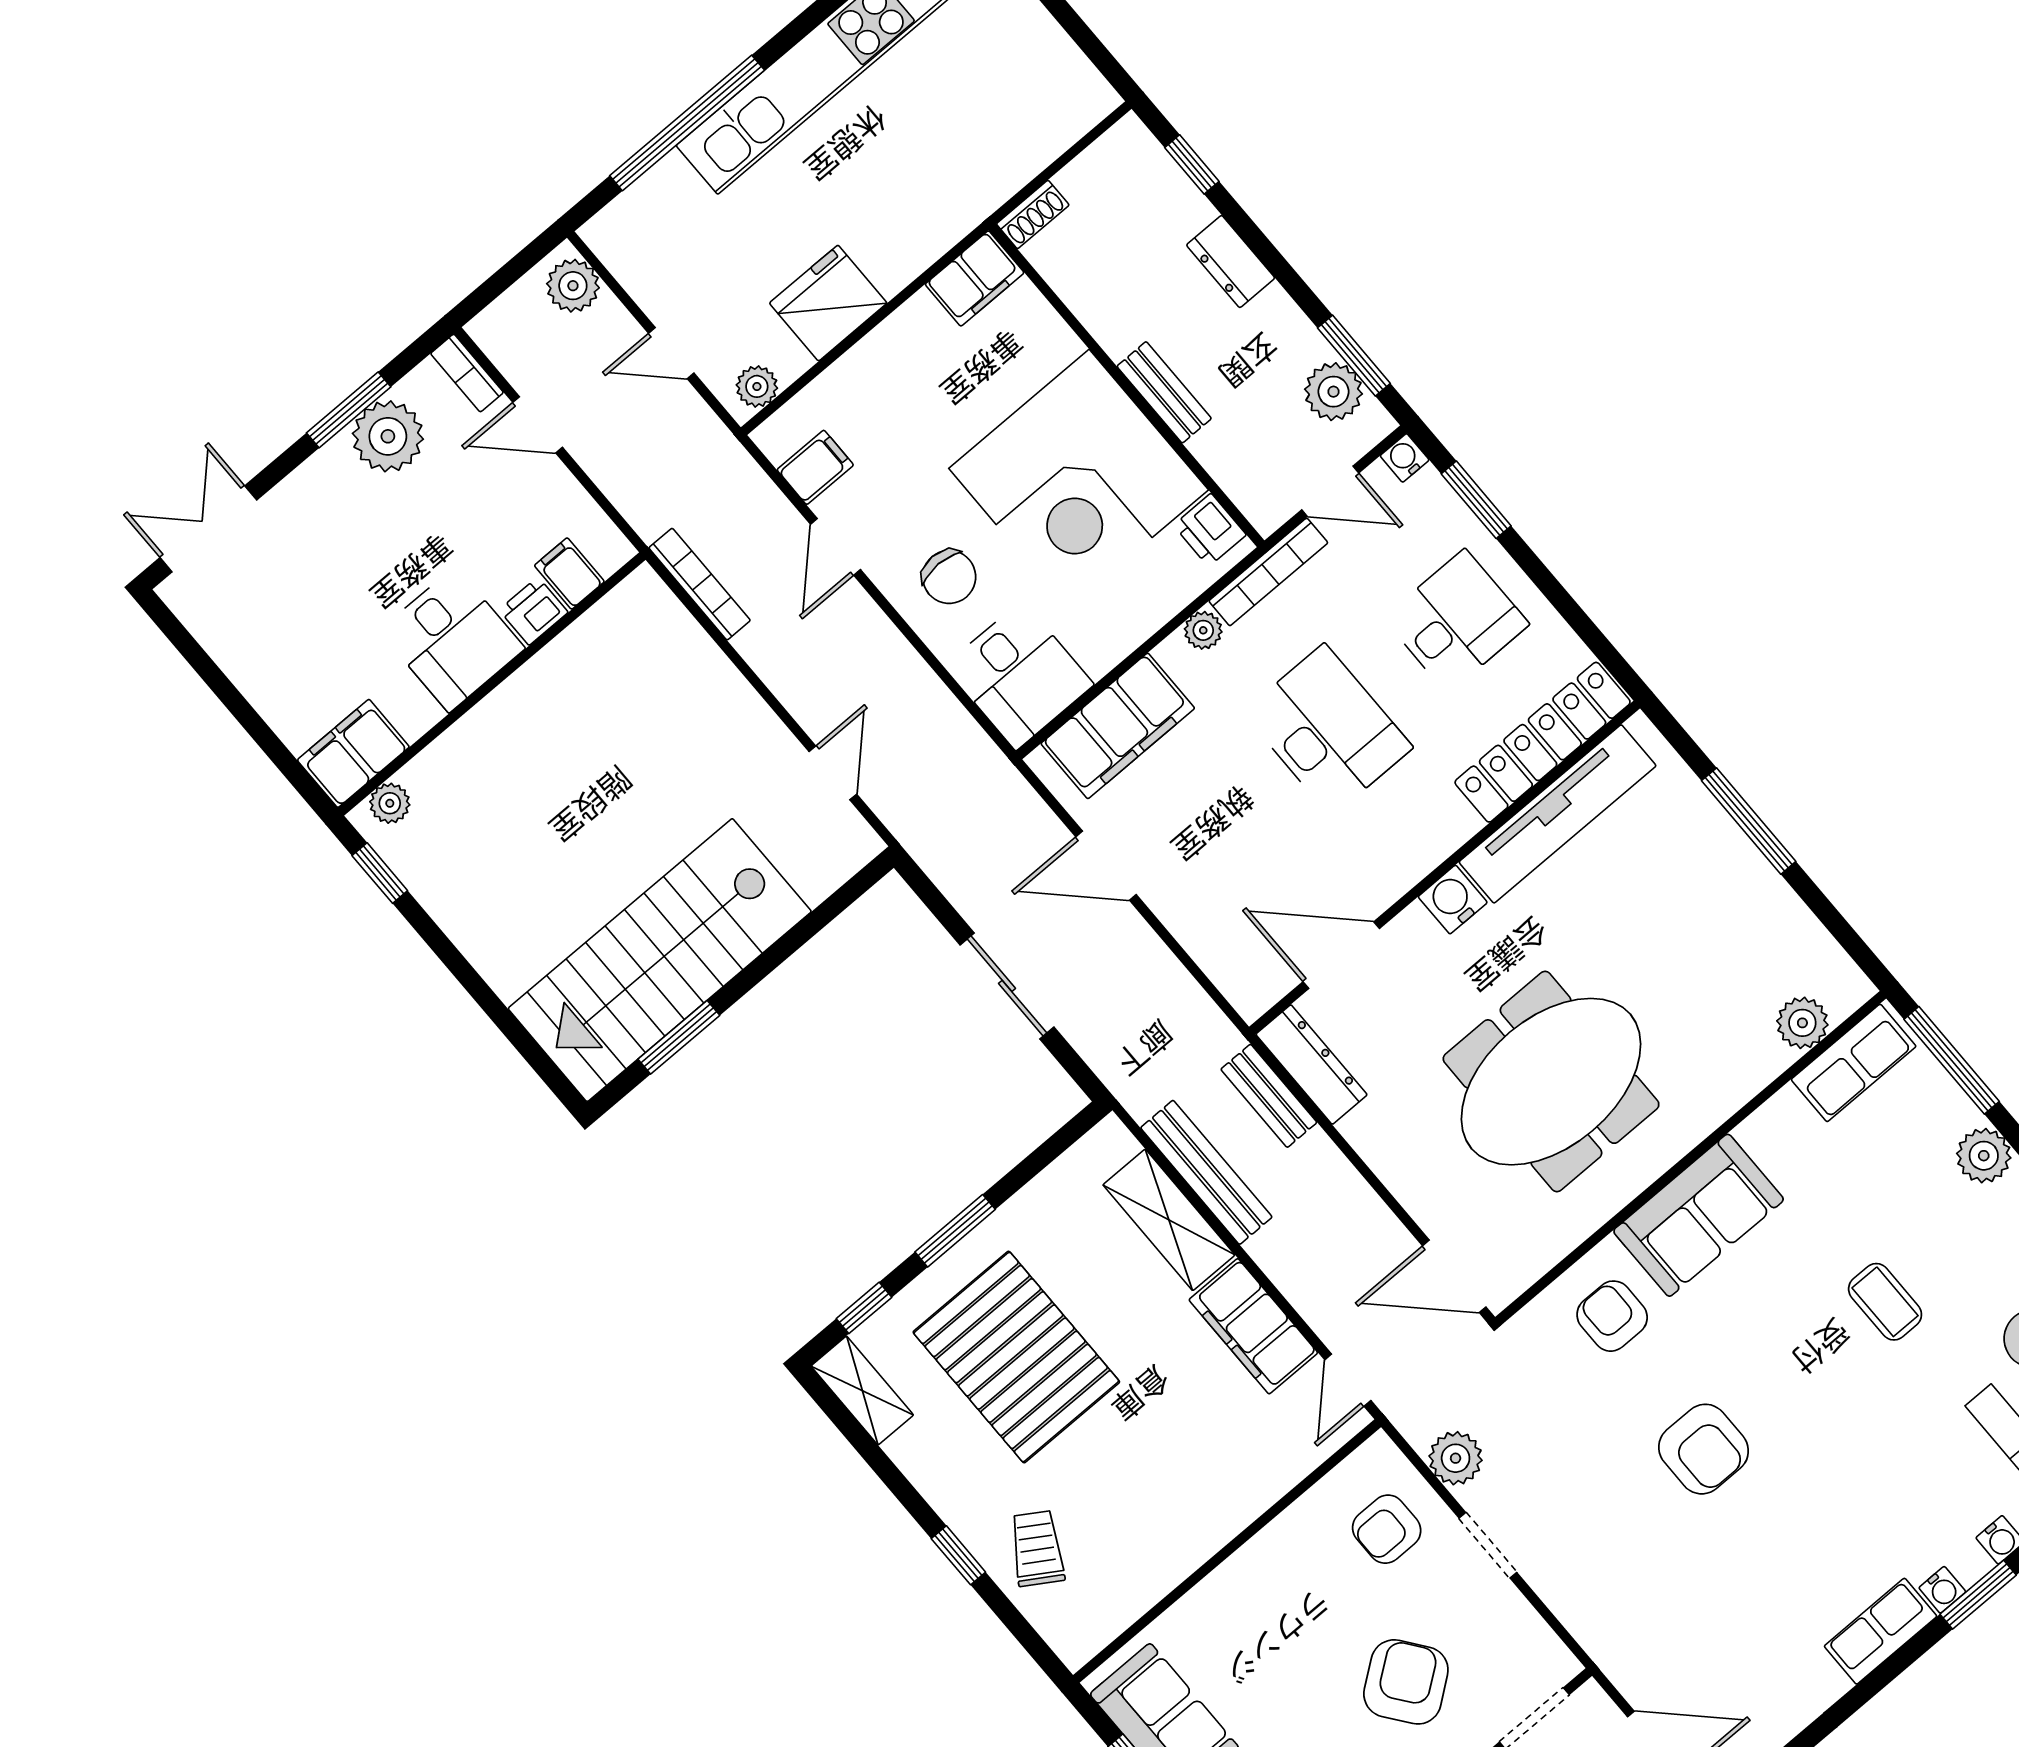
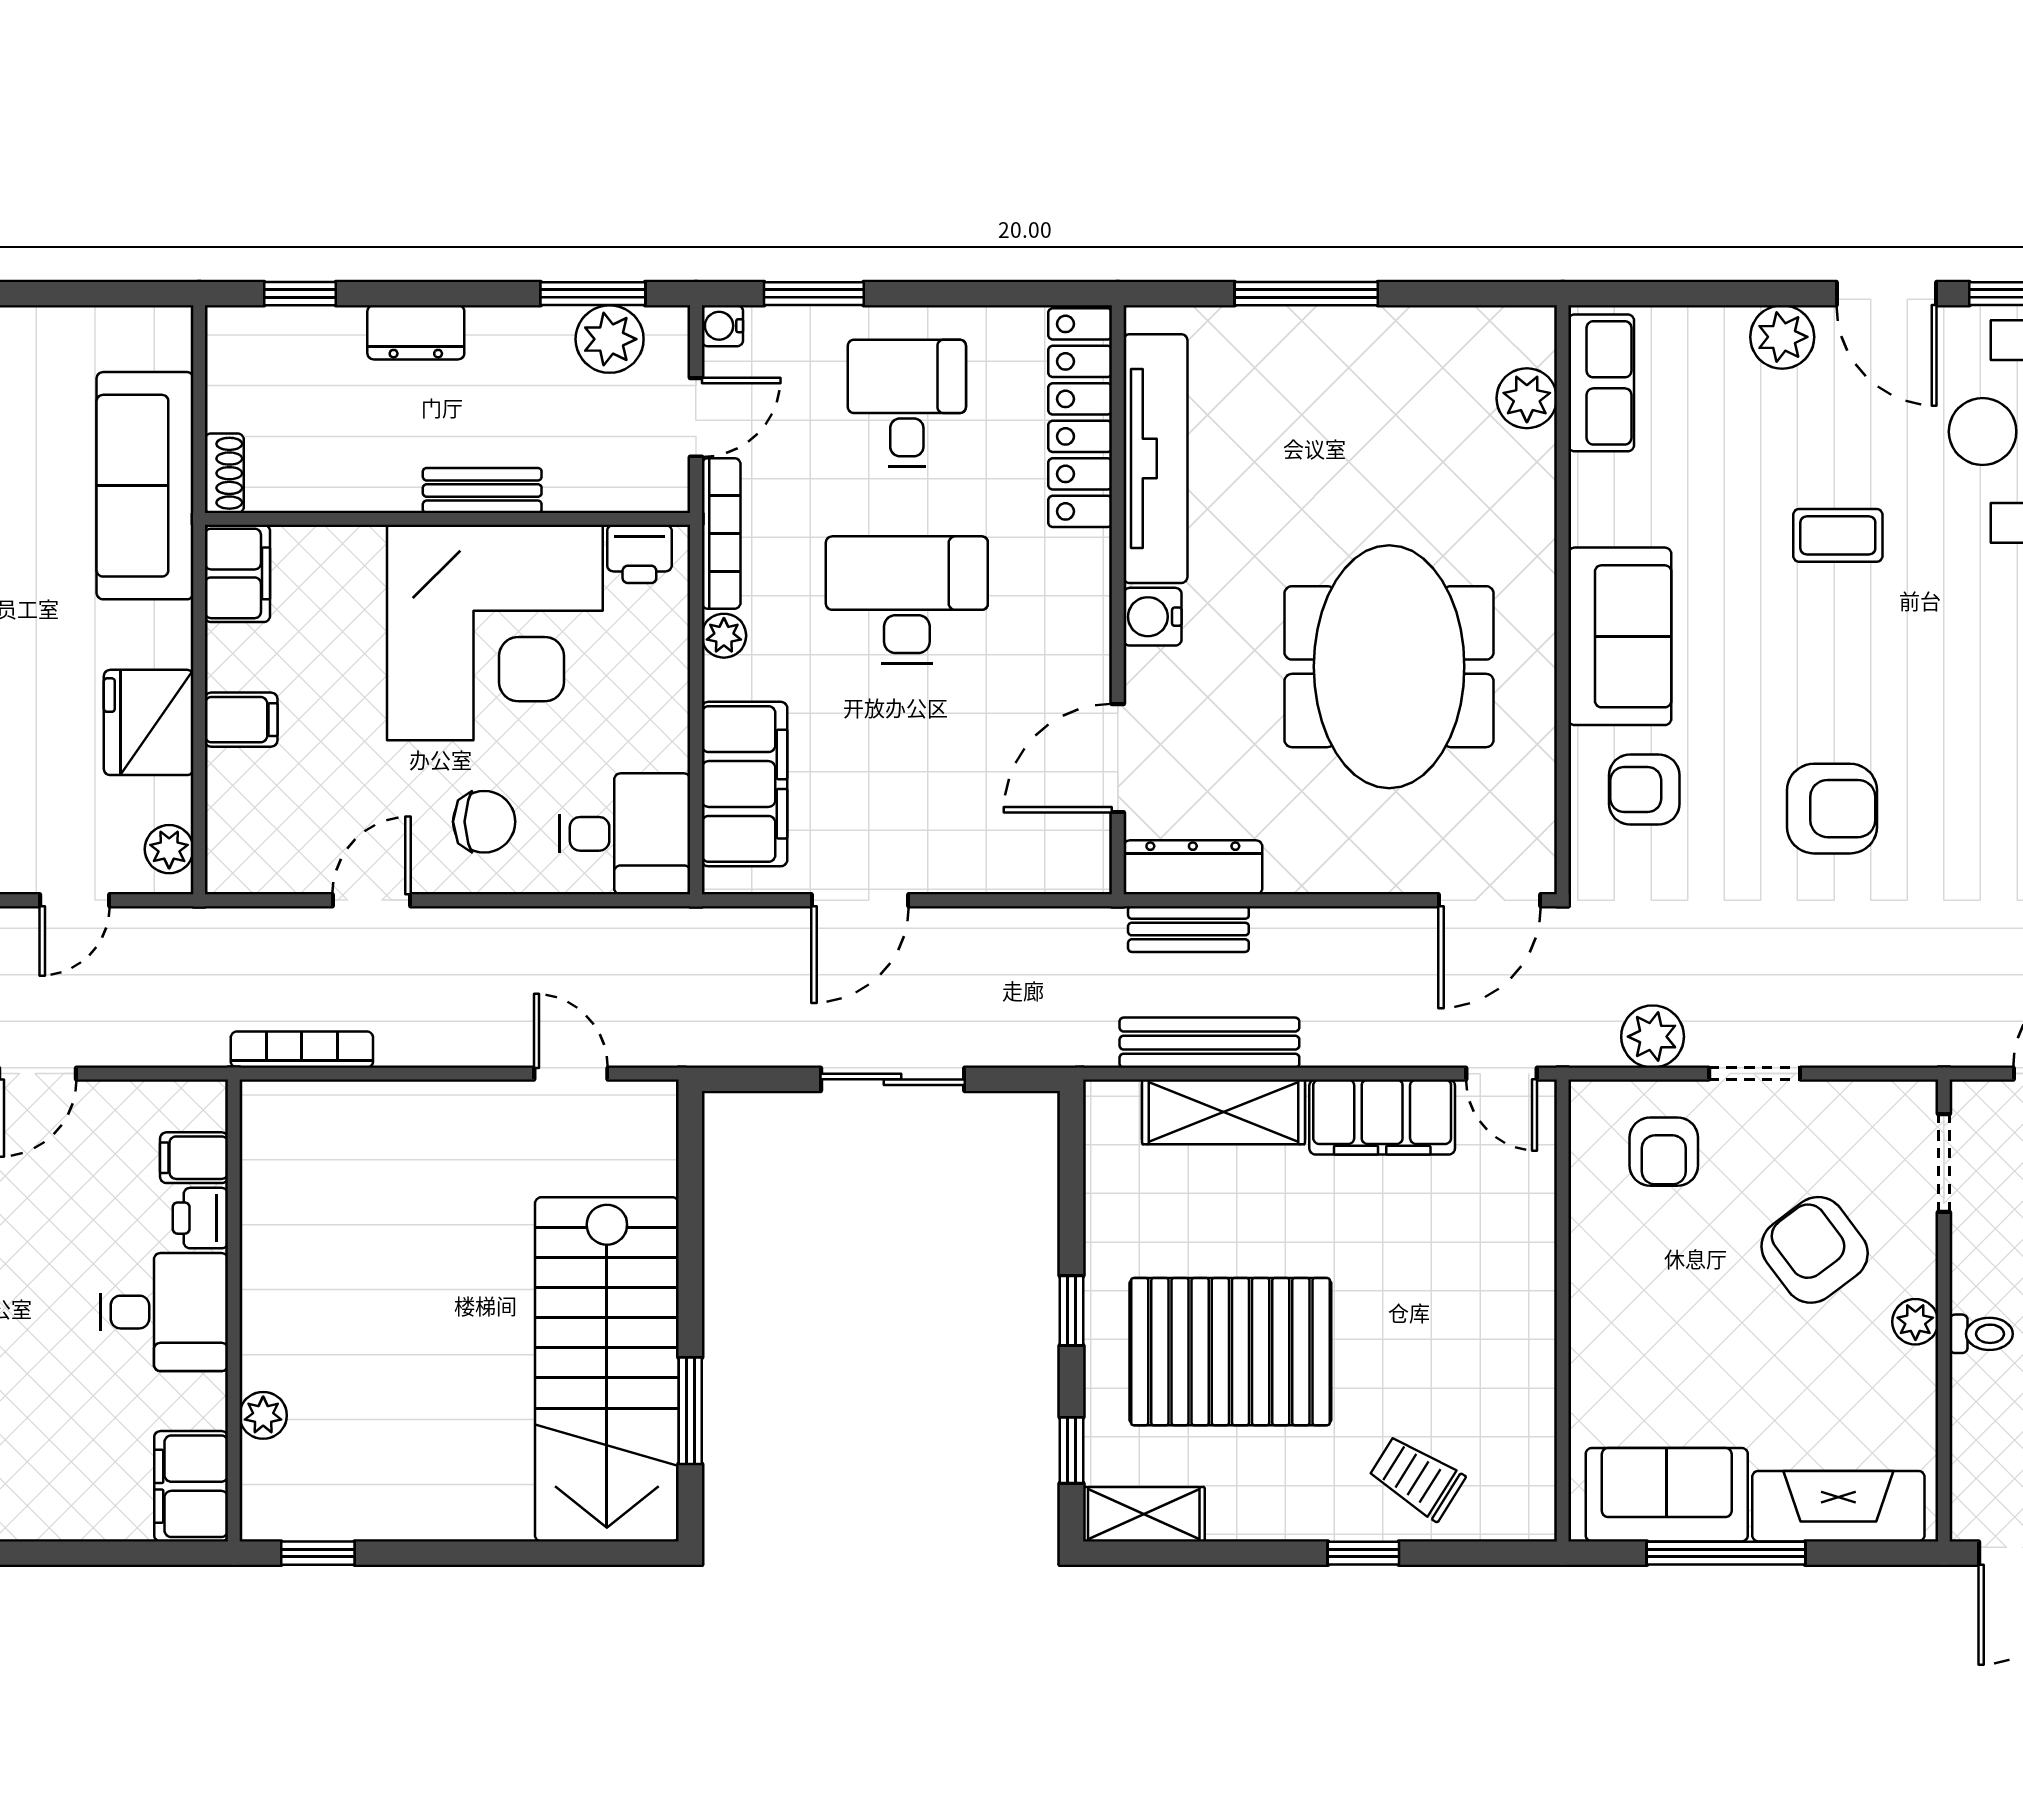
sofa: (981, 170) -> (145, 486), added
filing cabinet: (815, 467) -> (241, 720), moved, turned 90
door: (836, 547) -> (372, 900), swing flipped
plant: (390, 803) -> (263, 1415), moved
window: (1952, 1060) -> (1673, 294), removed
window: (955, 1231) -> (1072, 1311), width x0.67

